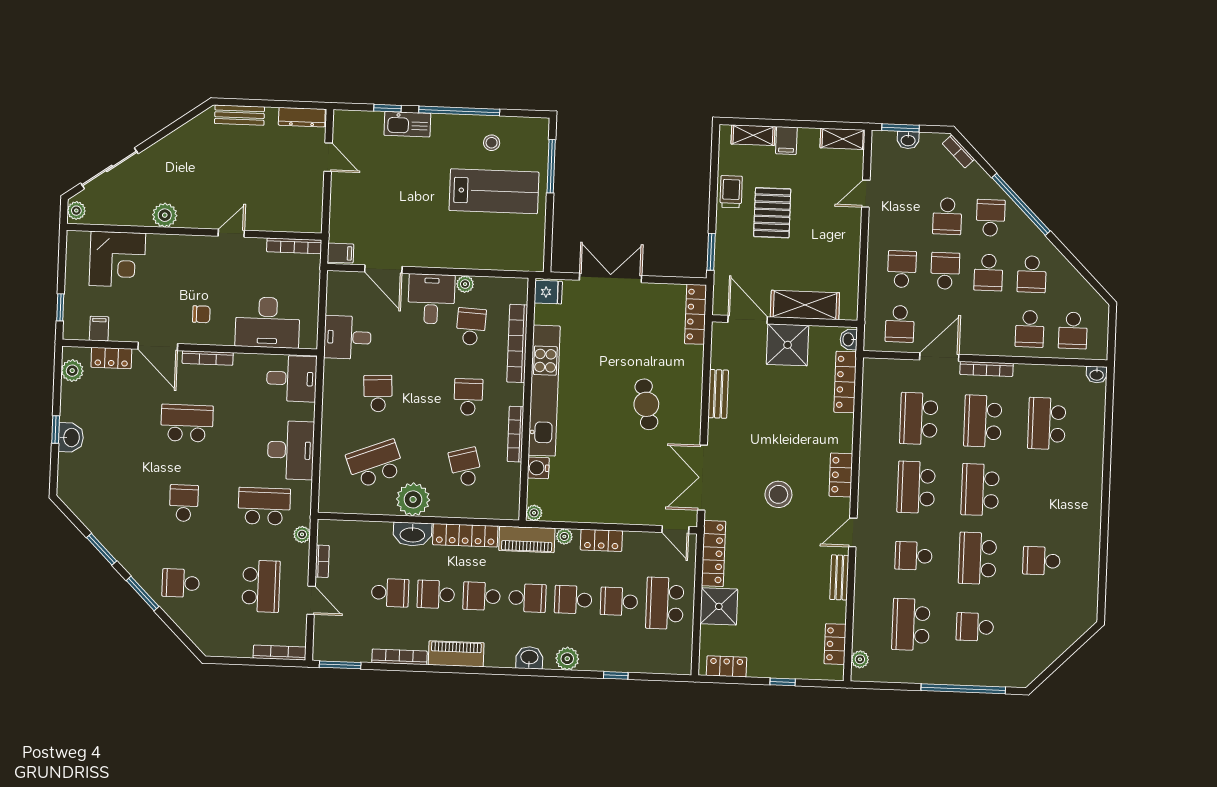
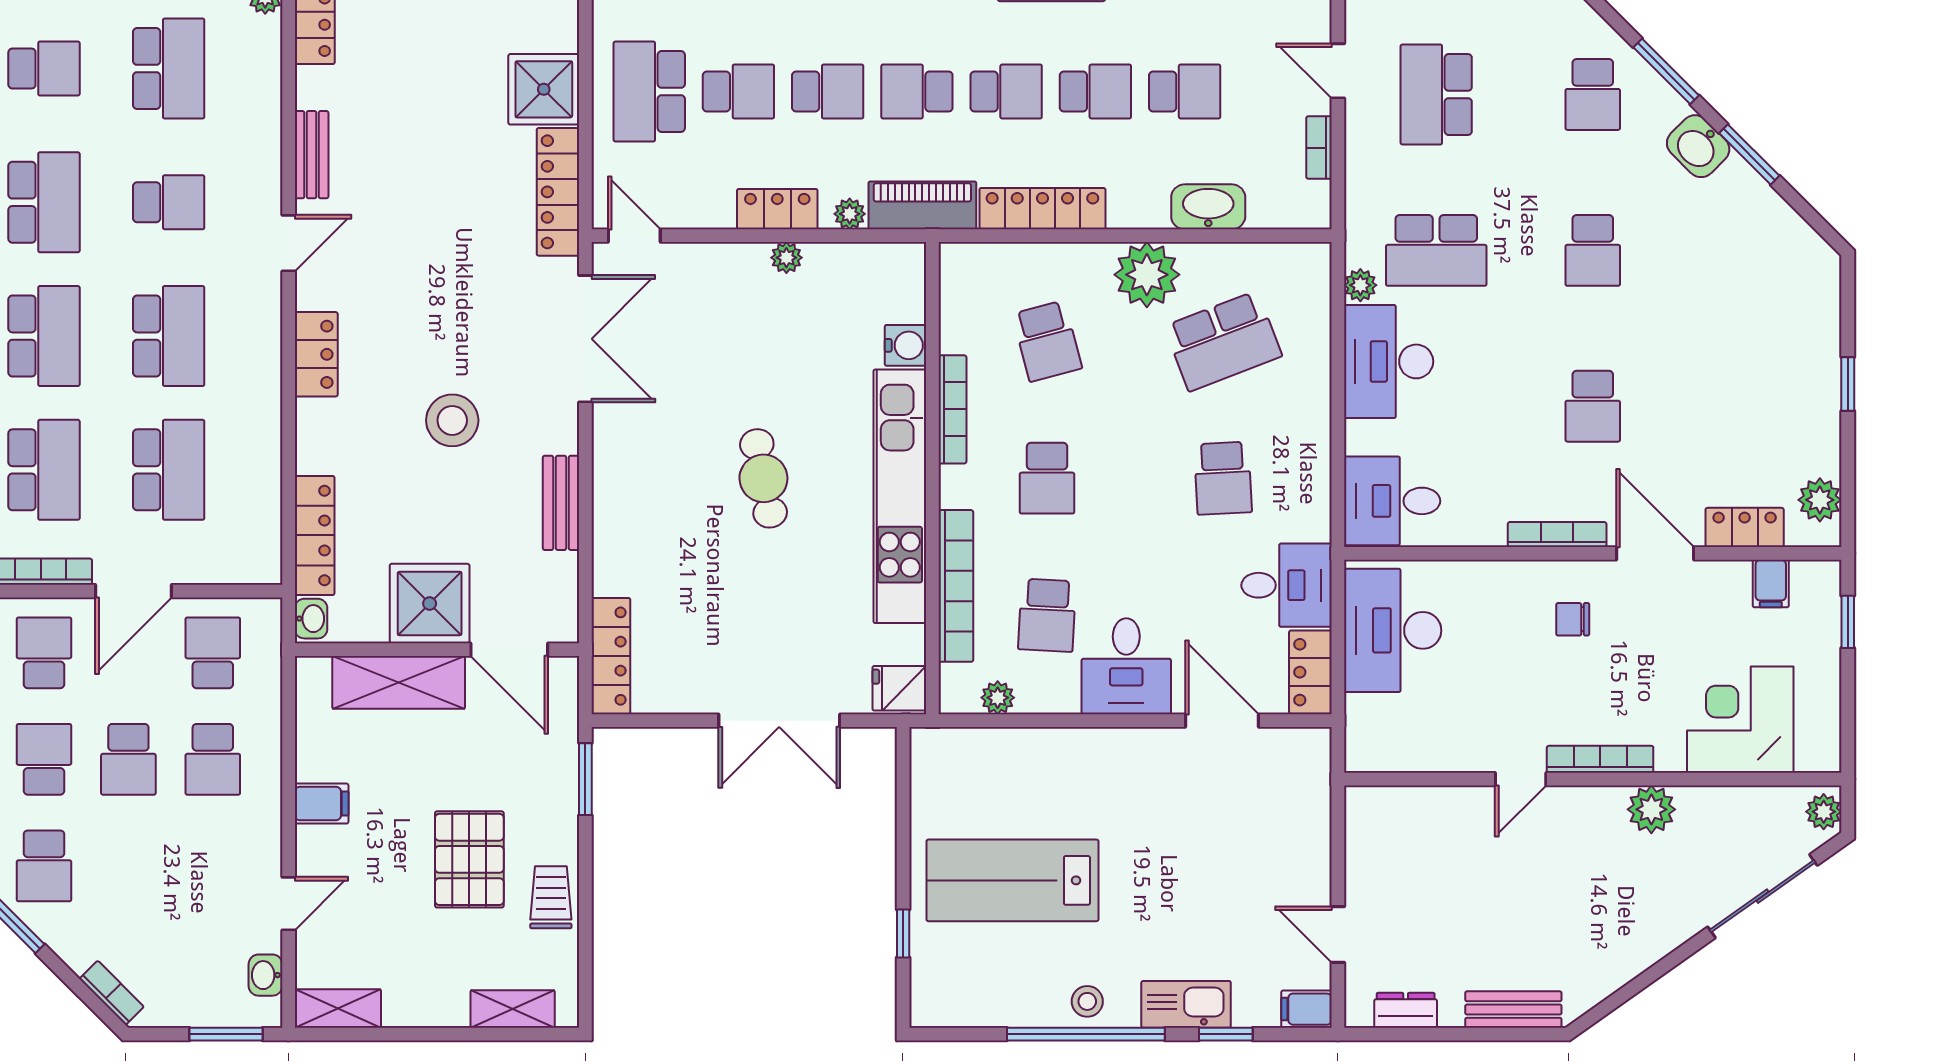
dresser: (302, 117) -> (1406, 1010), width x0.70
filing cabinet: (786, 140) -> (322, 804), moved, turned 90
washbasin: (908, 140) -> (265, 975), moved, turned -90
stool: (492, 143) -> (1087, 1001), moved
window: (551, 166) -> (903, 933), width x0.46
trolley: (731, 192) -> (551, 897), turned 180
school desk: (947, 216) -> (44, 653), moved
bookcase: (294, 246) -> (1600, 759), moved
filing cabinet: (340, 253) -> (1306, 1009), moved
plant: (465, 284) -> (998, 698), moved
locker: (337, 292) -> (1310, 672), added
desk: (268, 322) -> (1393, 630), moved, turned -90
cafe table: (646, 404) -> (763, 478), moved
school desk: (187, 423) -> (1593, 406), width x0.54
washbasin: (71, 438) -> (1698, 146), moved, turned -45
stool: (778, 494) -> (452, 420), moved
plant: (534, 513) -> (786, 258), moved
plant: (302, 534) -> (1360, 285), moved
washbasin: (412, 534) -> (1208, 207), moved
school desk: (181, 583) -> (1593, 94), turned 90
school desk: (390, 593) -> (1185, 91), turned 180
school desk: (665, 603) -> (649, 91), turned 180

